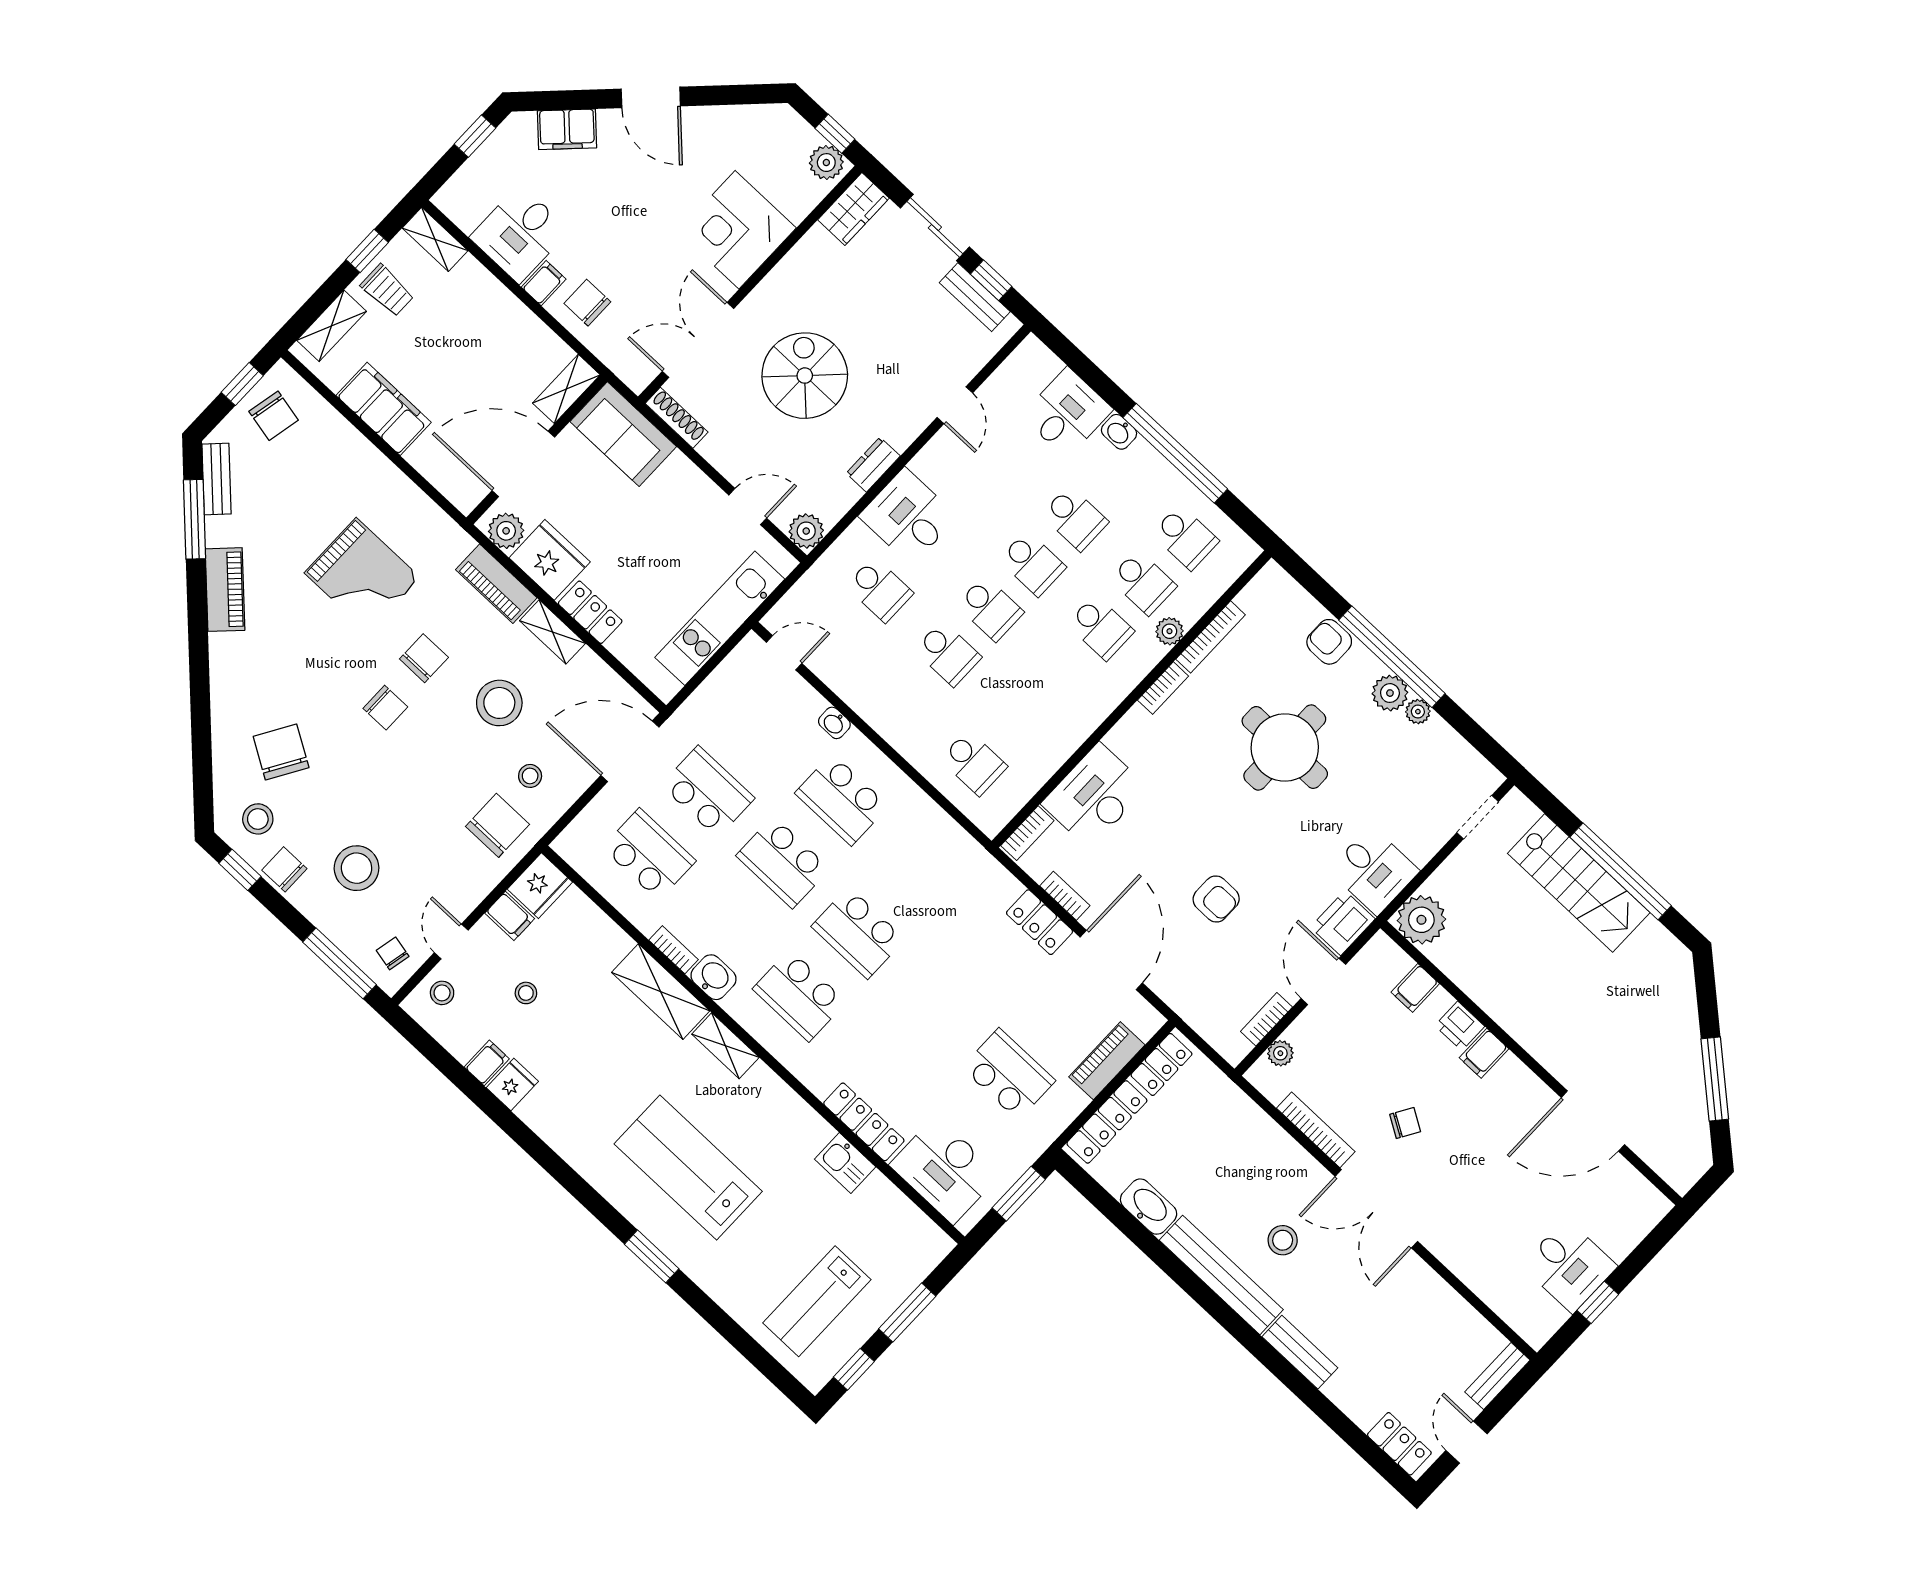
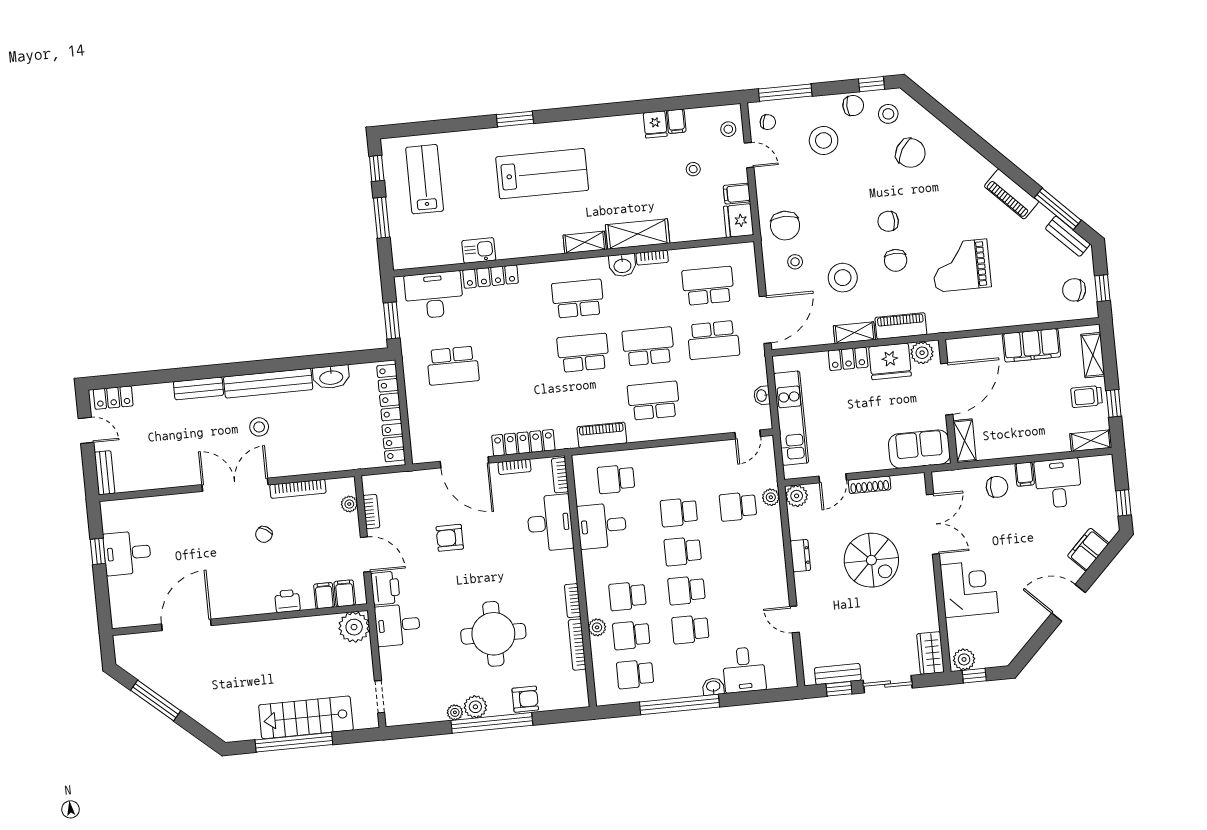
shoe rack: (677, 418) -> (870, 485), moved
desk: (908, 516) -> (602, 526), moved, turned 180
plant: (835, 560) -> (771, 497), added
washbasin: (834, 723) -> (762, 395), moved, turned -90
school desk: (649, 854) -> (708, 286), turned 180
locker: (1040, 922) -> (523, 443), width x1.53
filing cabinet: (1484, 1053) -> (345, 593), moved
piano: (1107, 1061) -> (602, 435), moved, turned -90

